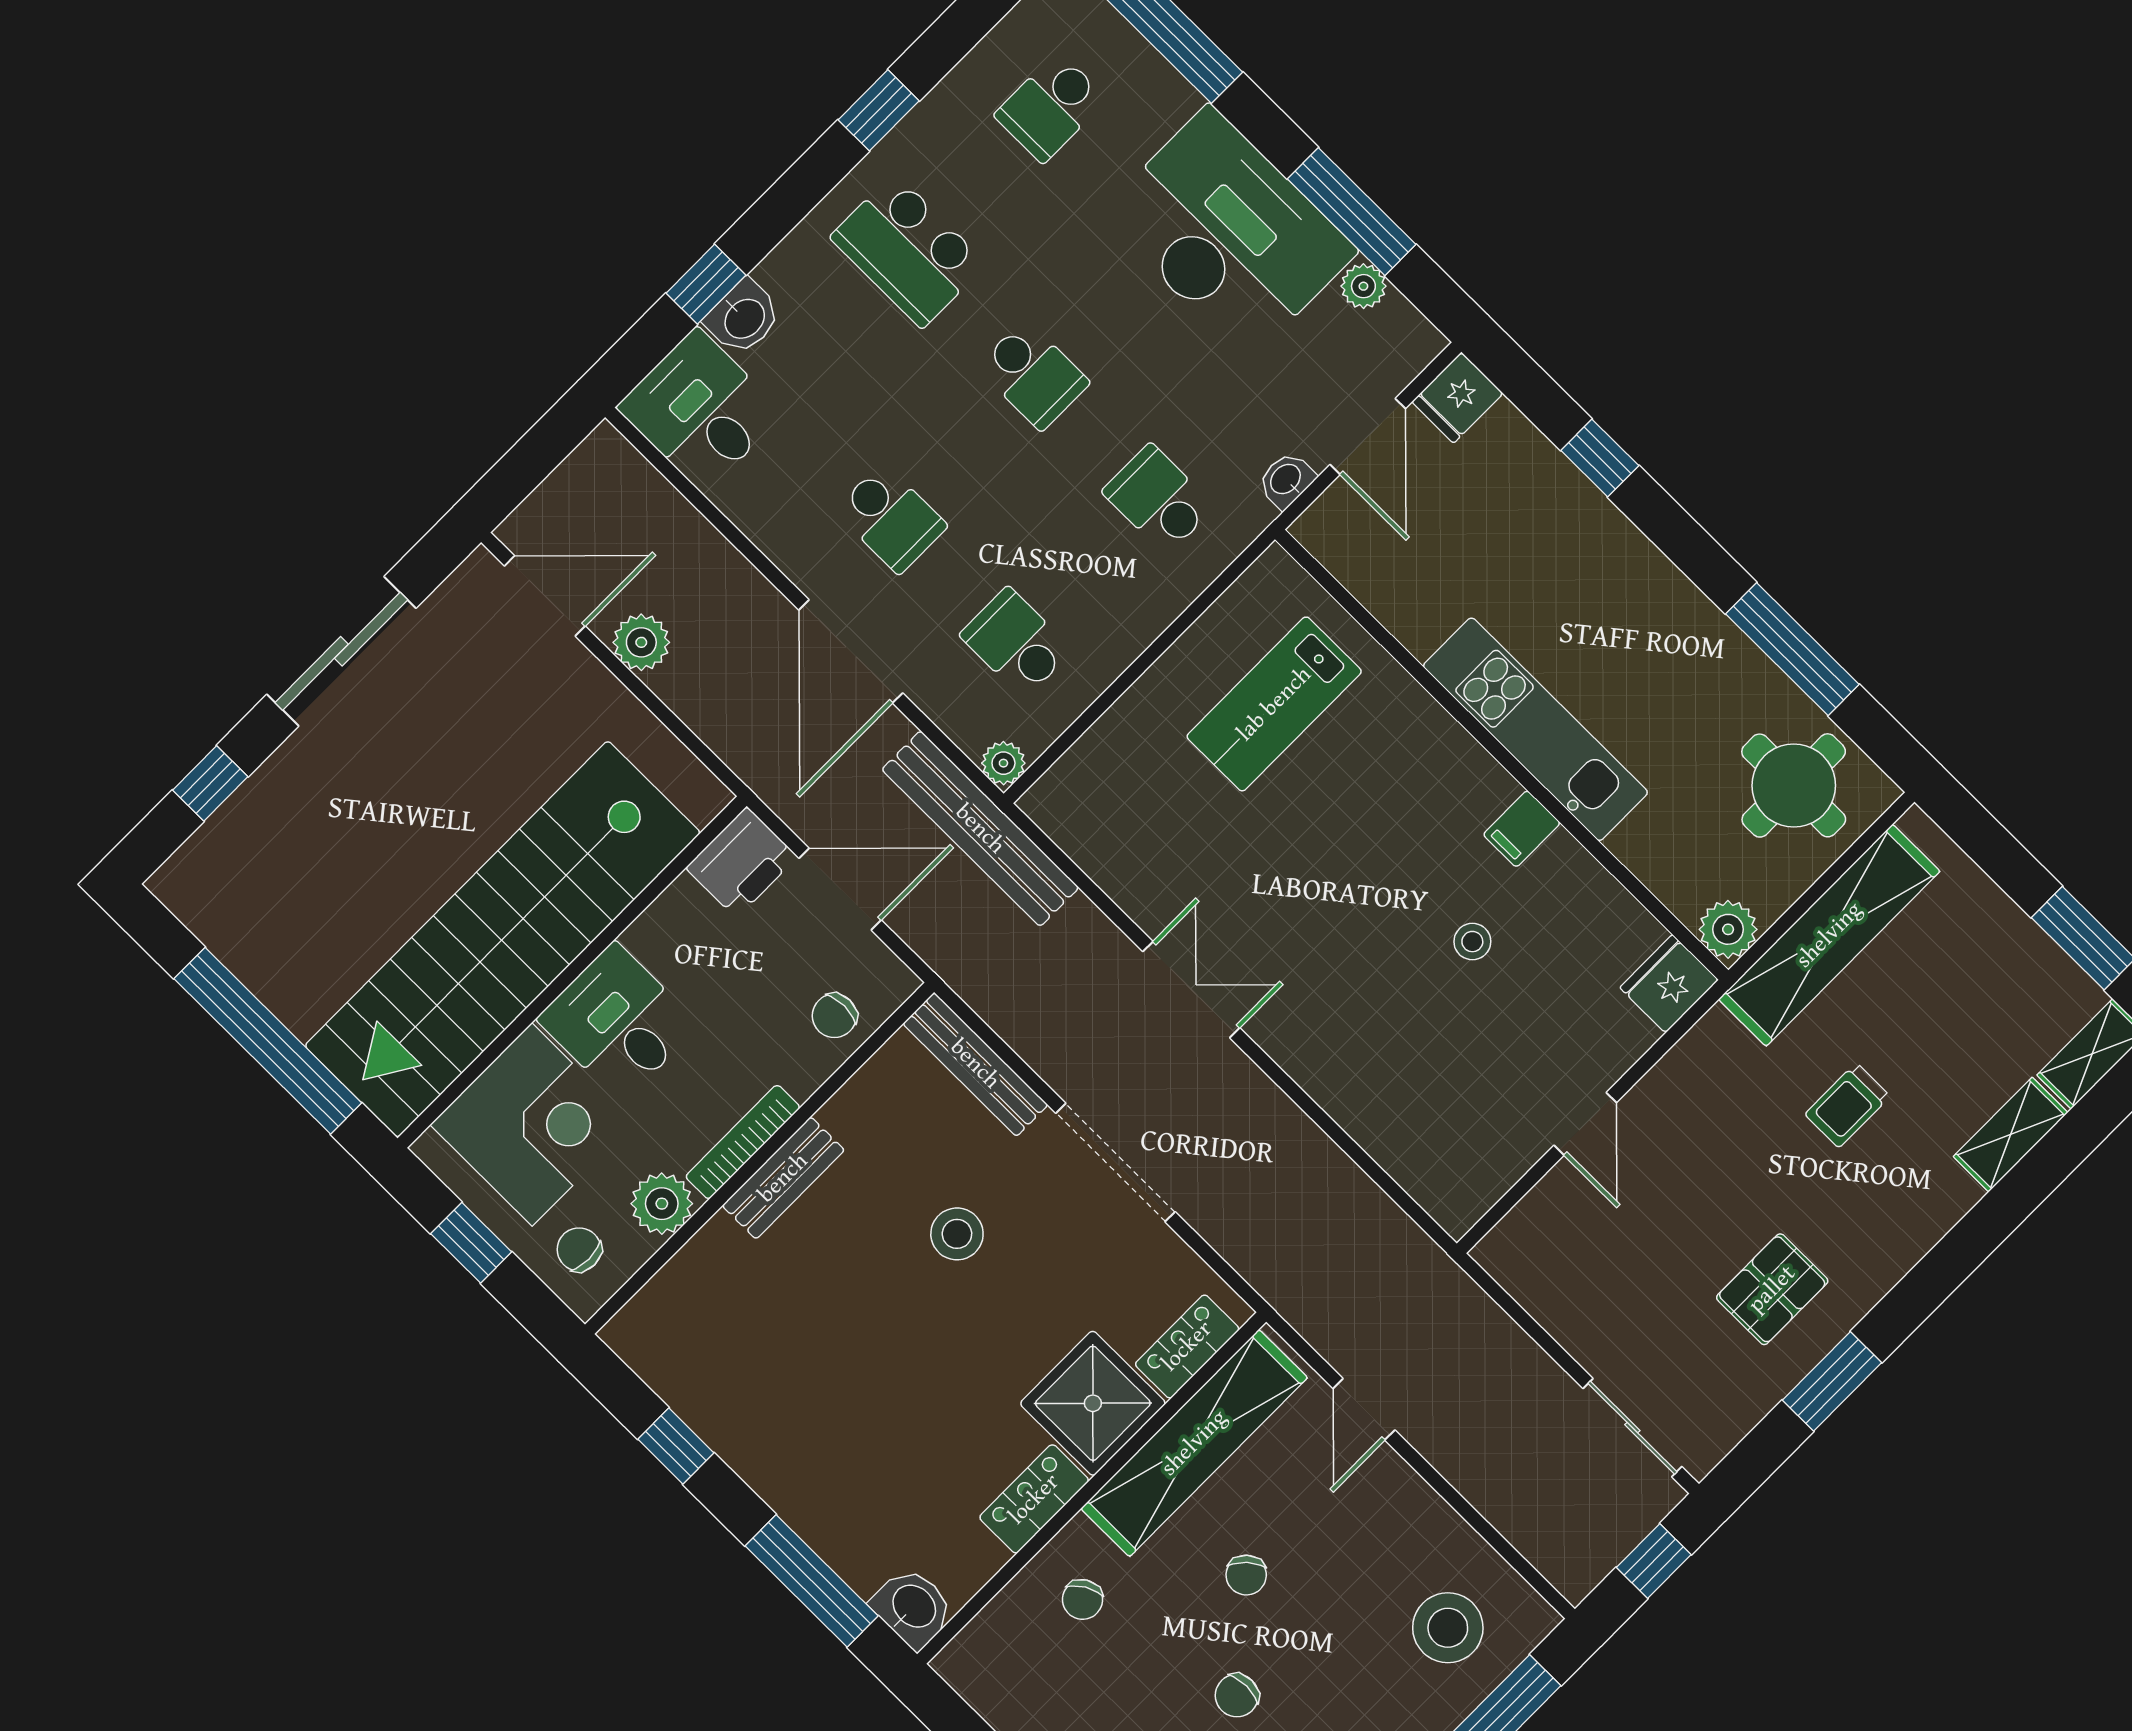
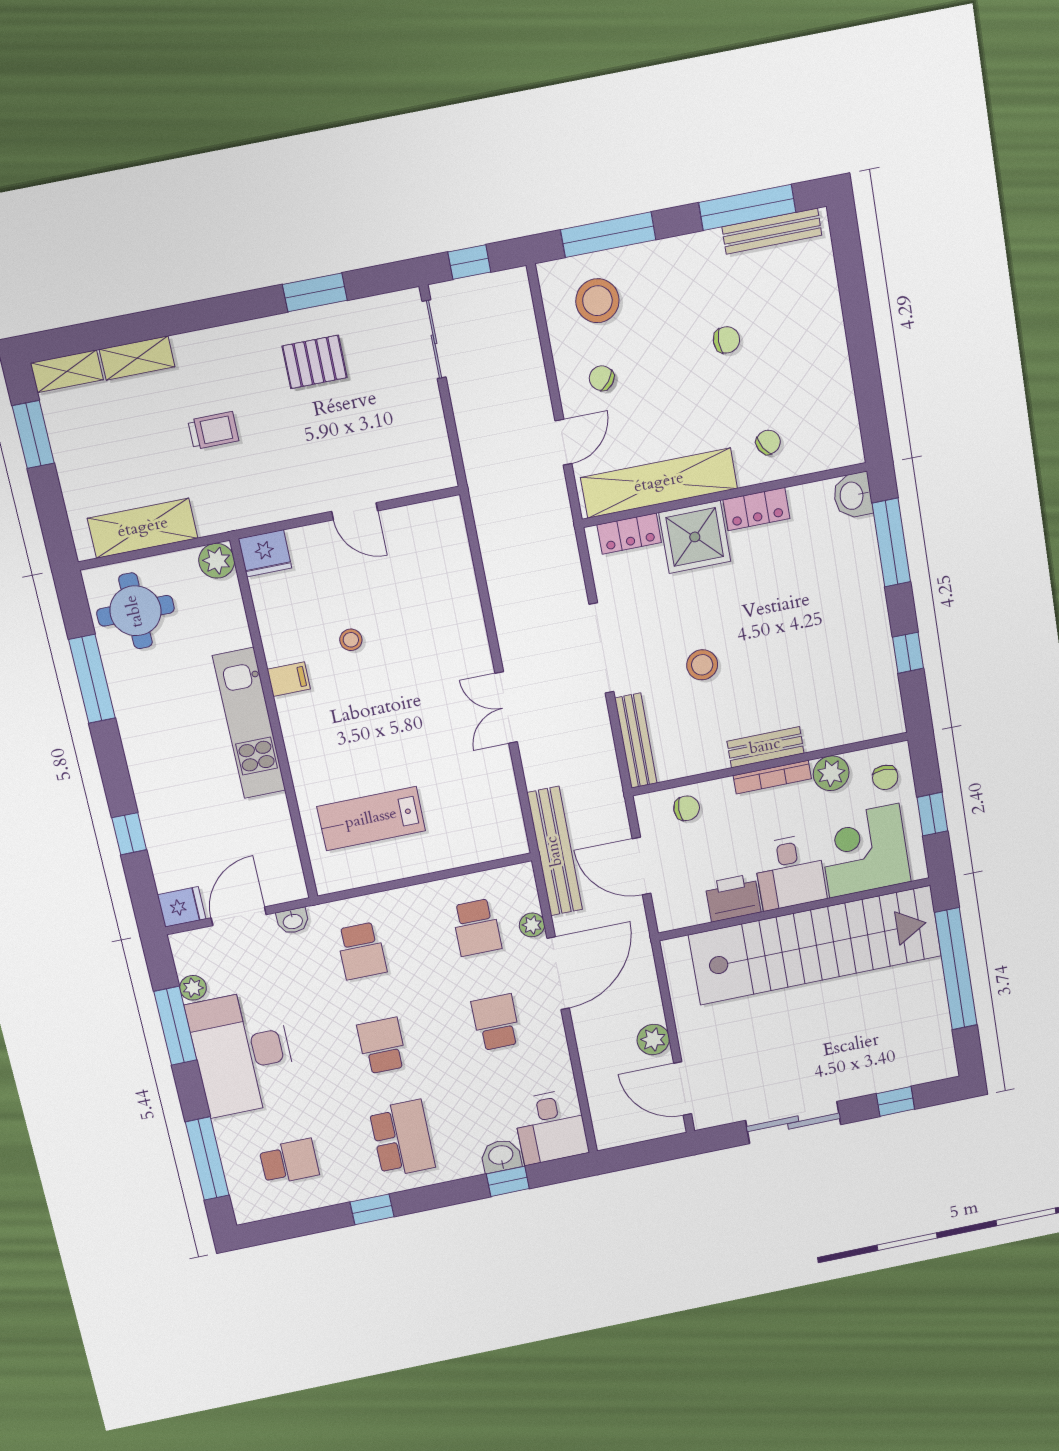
lab bench: (1274, 704) -> (371, 819), turned 180
plant: (1003, 763) -> (532, 925), moved
printer: (742, 862) -> (733, 898), moved
shelving: (1829, 935) -> (143, 528), width x0.68
door: (1585, 1124) -> (355, 511), swing flipped
chair: (1246, 1575) -> (602, 378), moved, turned -100

